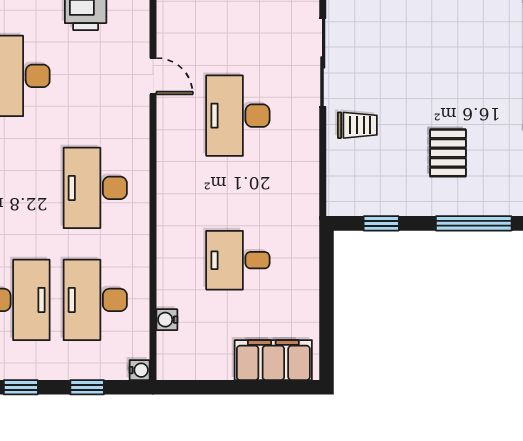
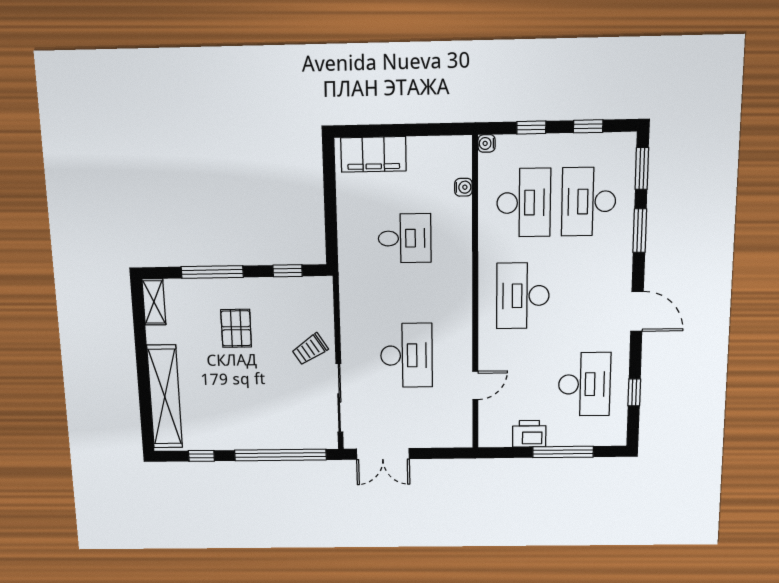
door: (153, 76) -> (475, 385), swing flipped
trolley: (357, 125) -> (310, 349), turned -33
desk: (95, 188) -> (523, 296), turned 180

